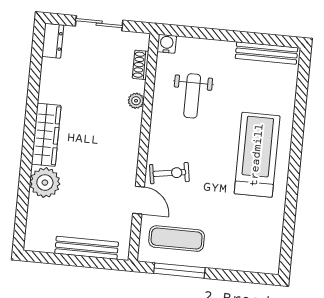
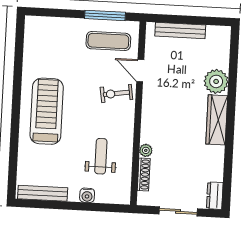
water cooler: (167, 44) -> (87, 195), moved
shoe rack: (141, 65) -> (144, 174), width x1.43
treadmill: (257, 155) -> (47, 111), turned 180

